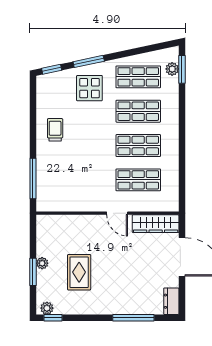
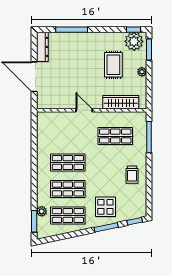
plant: (172, 69) -> (42, 211), moved
shop shelf: (138, 180) -> (115, 136), moved
wardrobe: (156, 224) -> (121, 102), moved
window: (33, 272) -> (149, 50), moved
dresser: (171, 301) -> (42, 47), width x1.44
plant: (47, 308) -> (134, 41), width x1.87, depth x1.87

